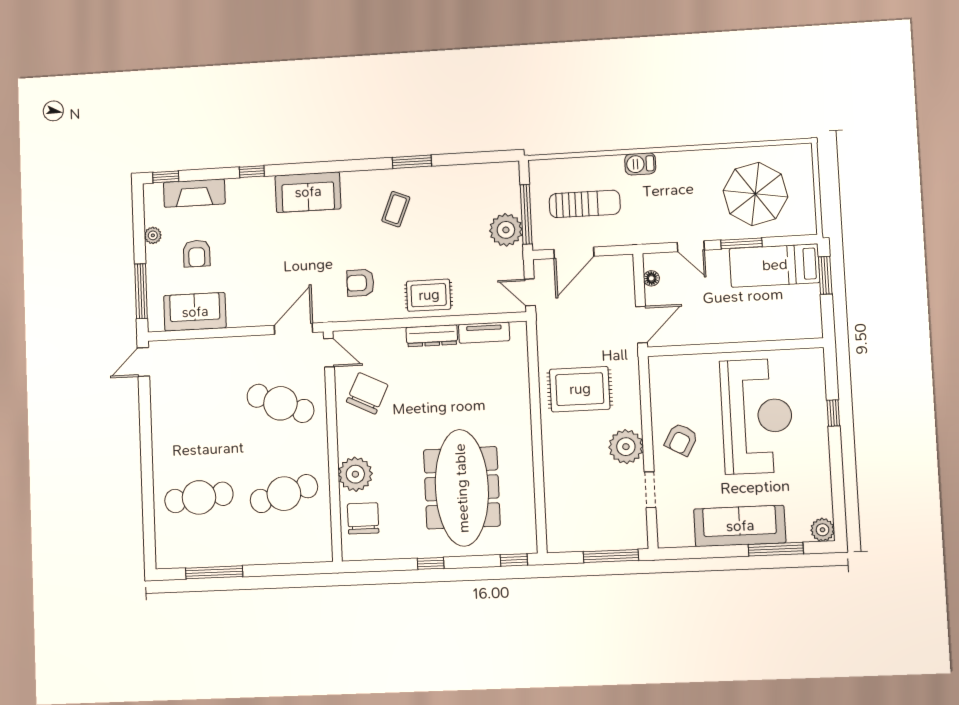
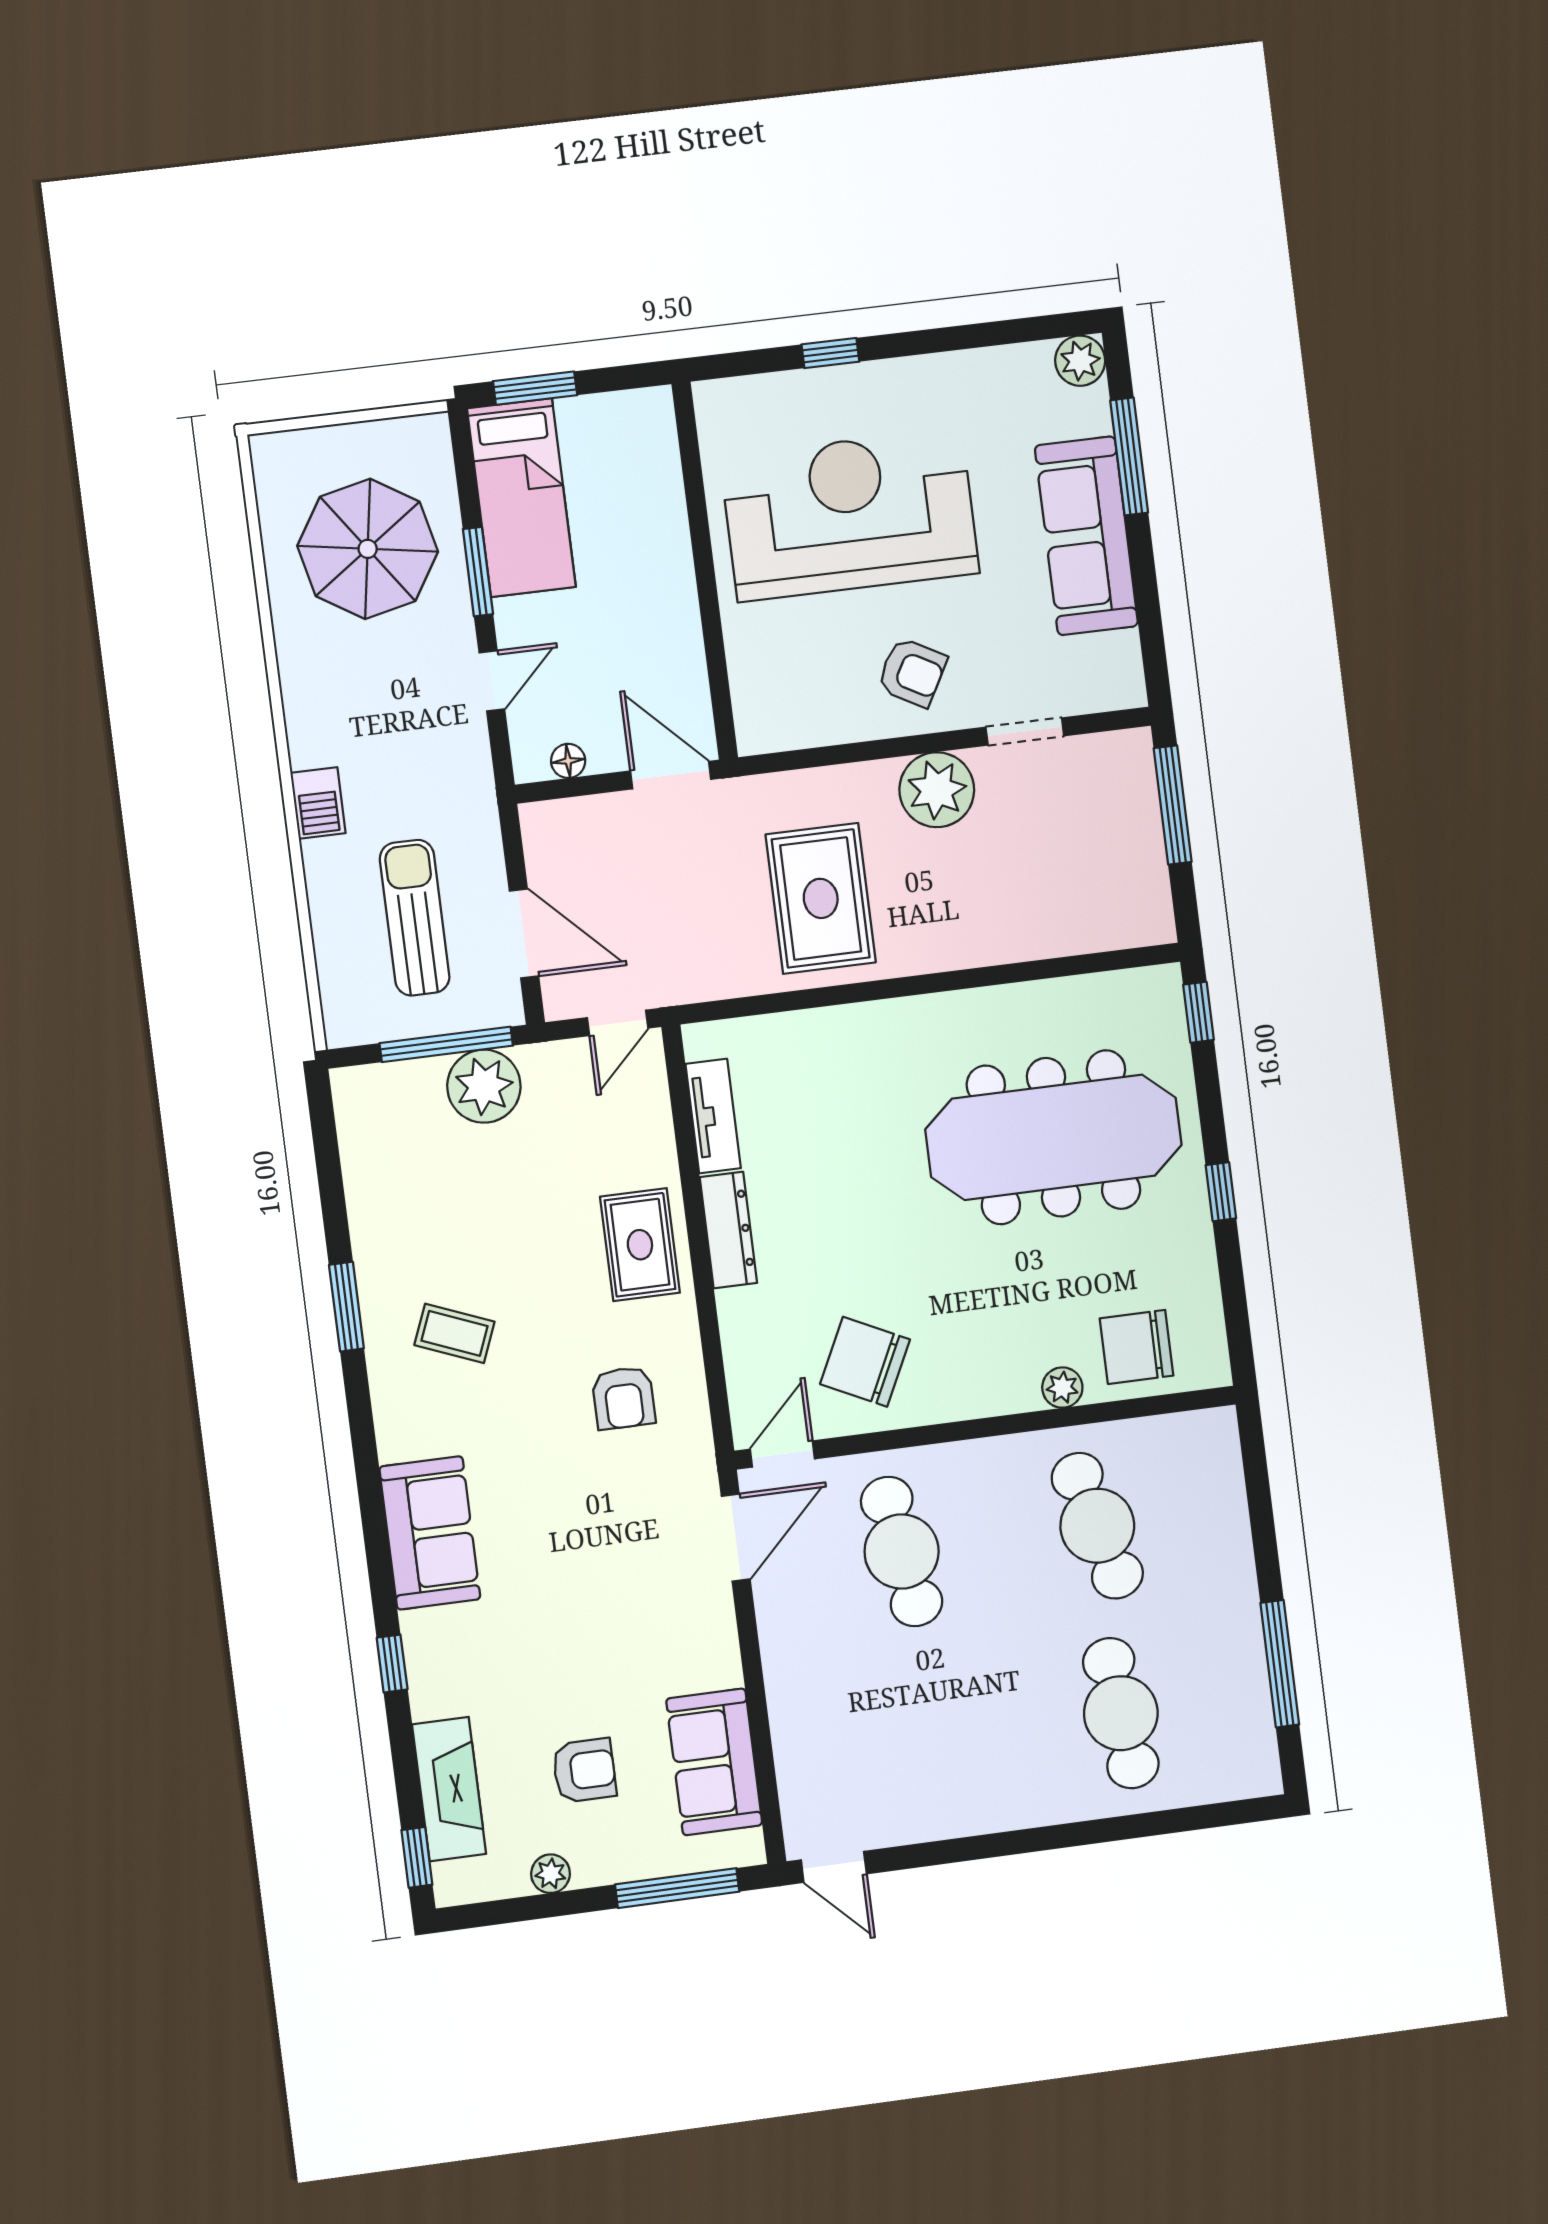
door: (293, 329) -> (736, 1538), swing flipped
cafe table: (280, 403) -> (902, 1551), turned -30
plant: (355, 474) -> (1062, 1388), width x0.53, depth x0.53

